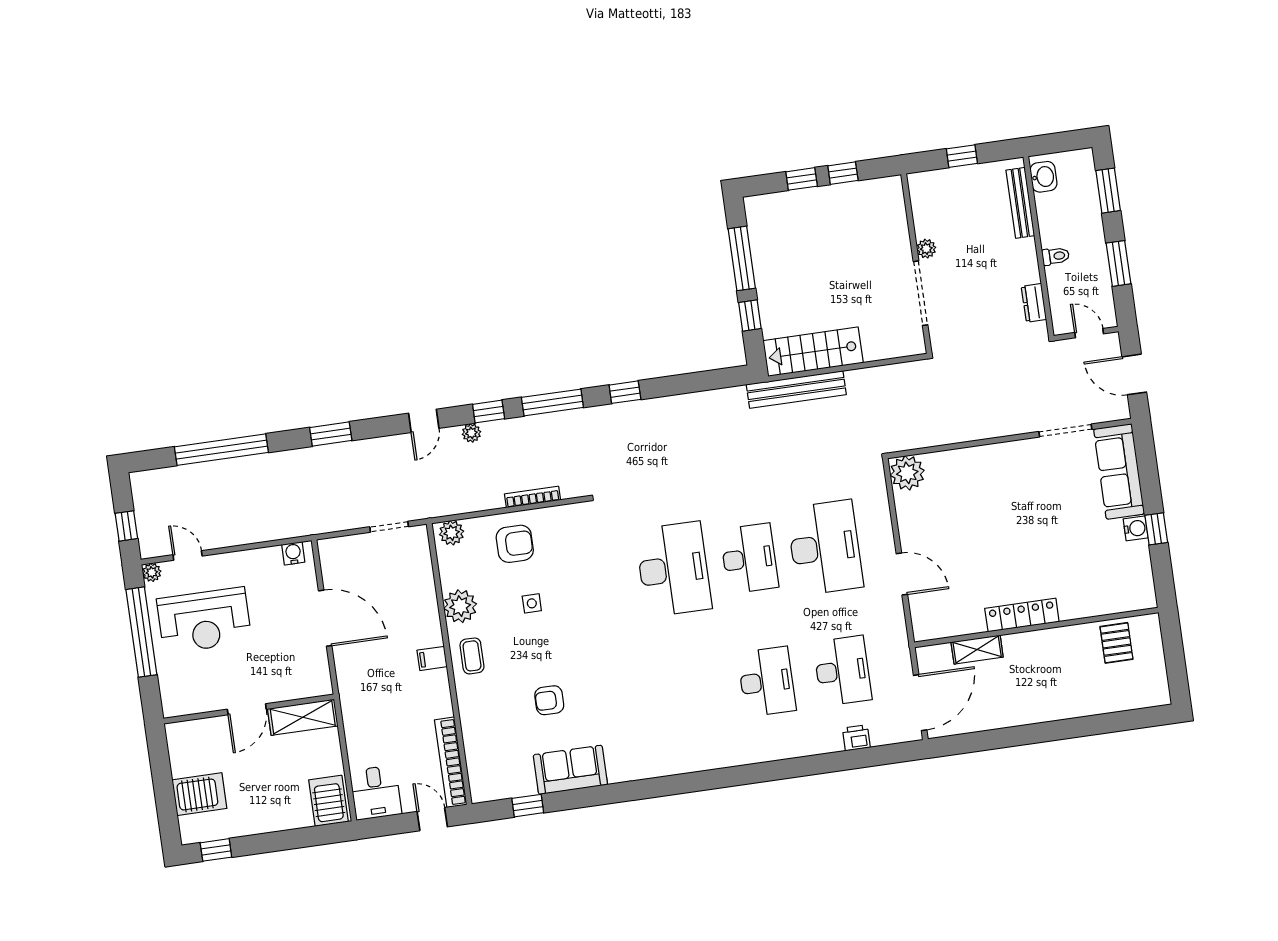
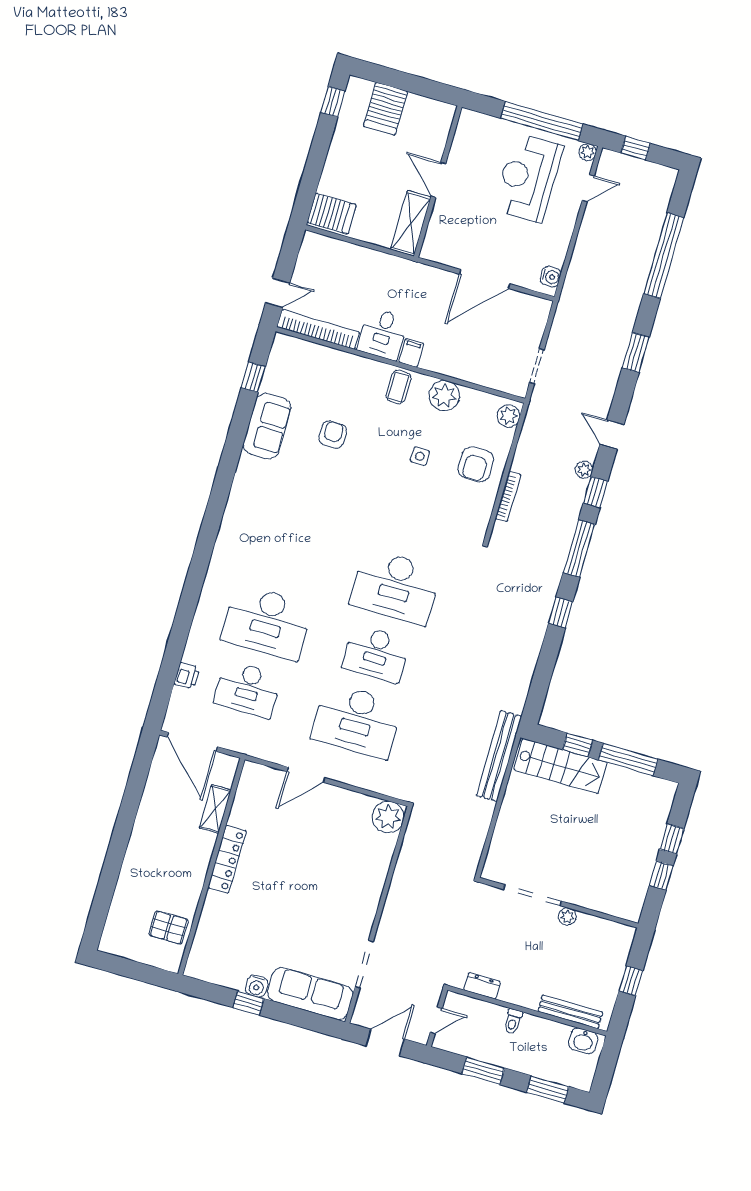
stairs: (813, 352) -> (560, 766), moved, turned 90
coffee table: (472, 656) -> (399, 387), turned 90
desk: (767, 682) -> (267, 622), width x1.36, depth x1.30
desk: (376, 793) -> (383, 334), moved, turned -90

